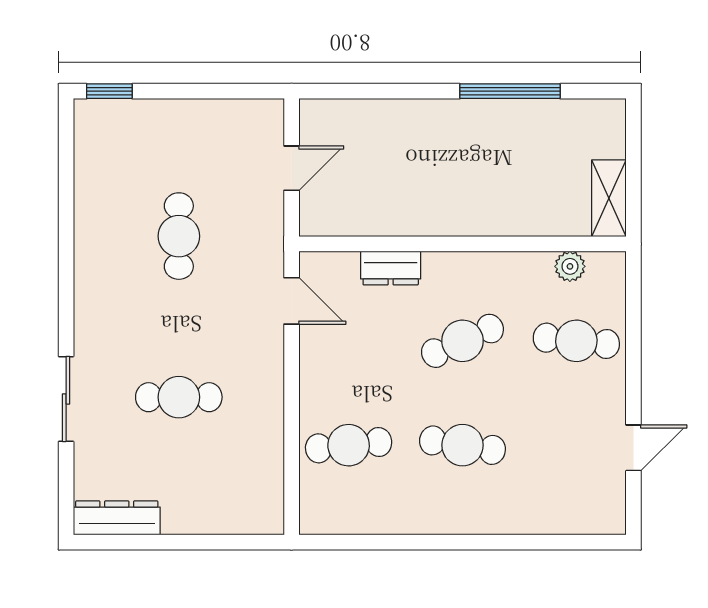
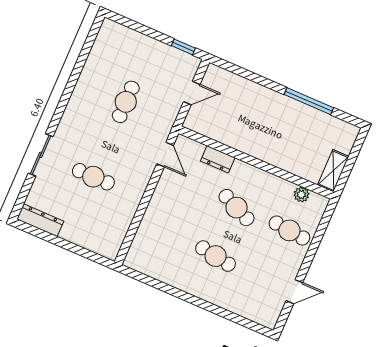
window: (109, 91) -> (183, 47), moved
cafe table: (462, 341) -> (237, 208), turned 48
cafe table: (349, 445) -> (163, 233), removed

